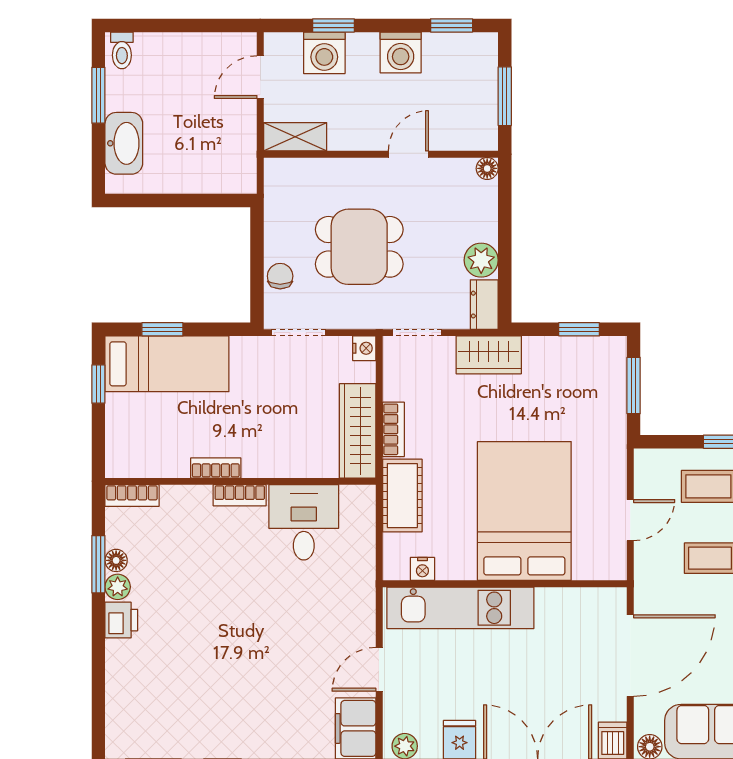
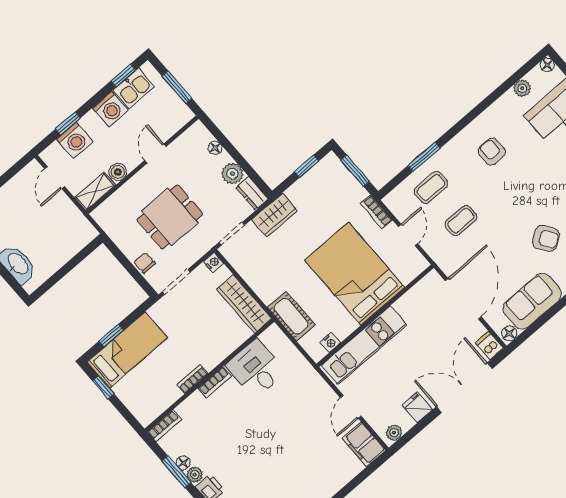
kitchen sink: (451, 52) -> (134, 88), added
boiler: (343, 137) -> (118, 172), added
floor lamp: (487, 168) -> (215, 148), moved
bookcase: (393, 429) -> (376, 212), moved, turned 180

